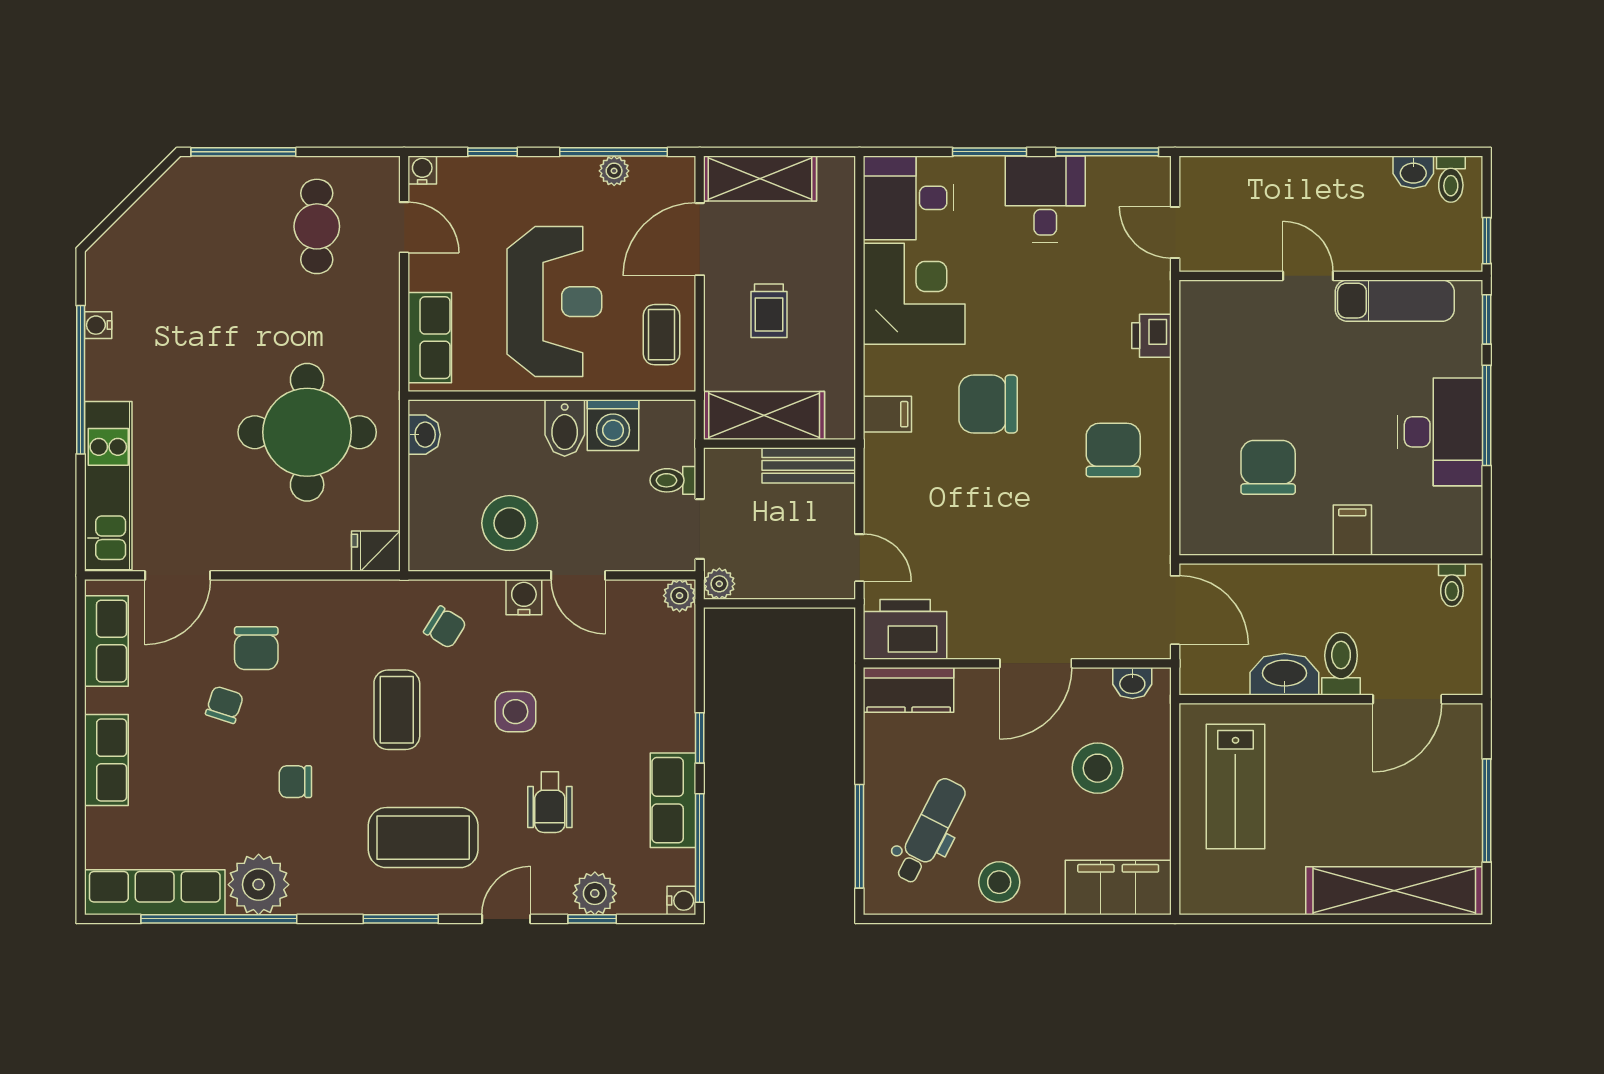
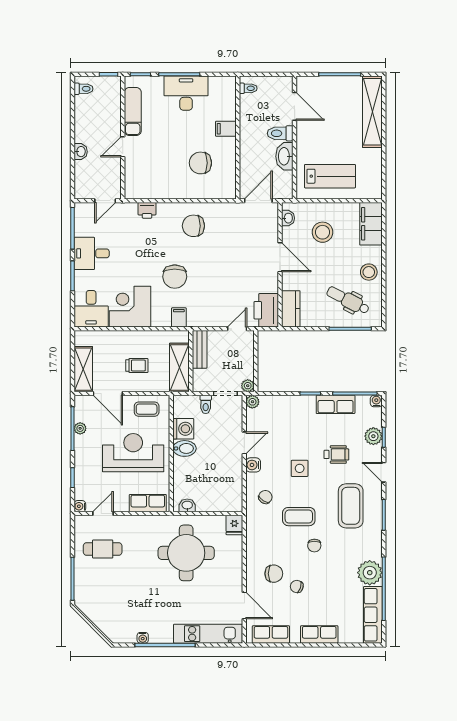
washbasin: (1413, 172) -> (81, 152), moved
stool: (510, 523) -> (223, 471), removed
chair: (295, 782) -> (314, 546), moved

